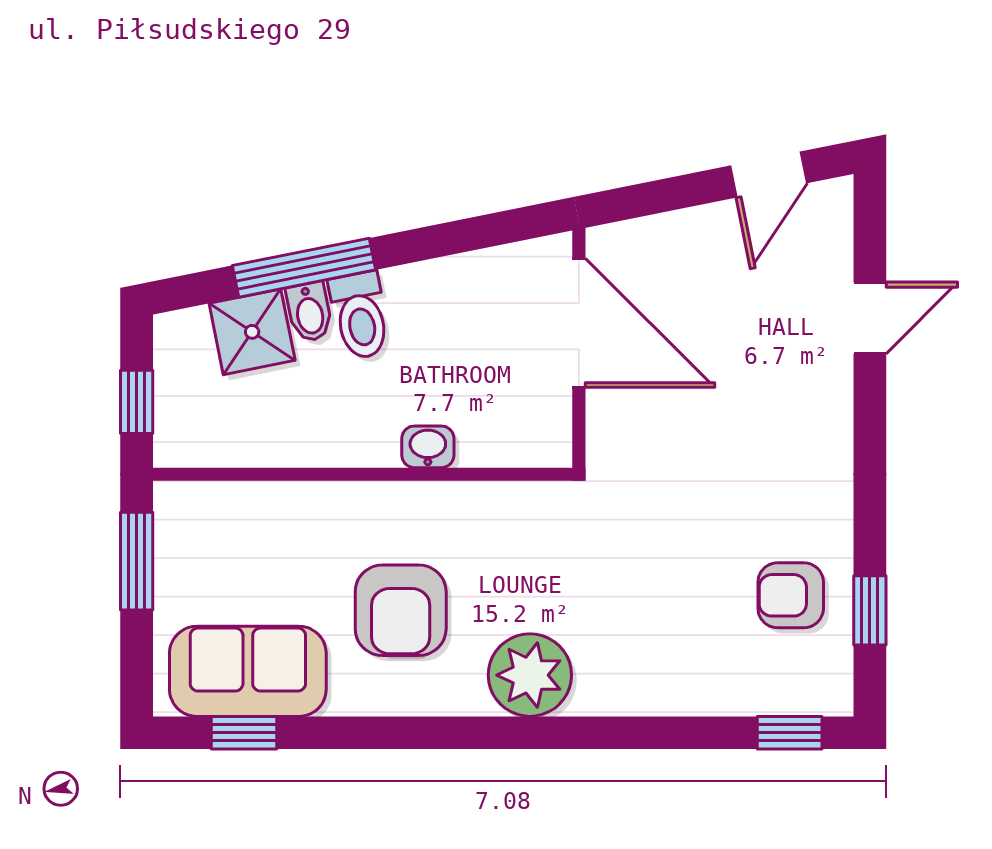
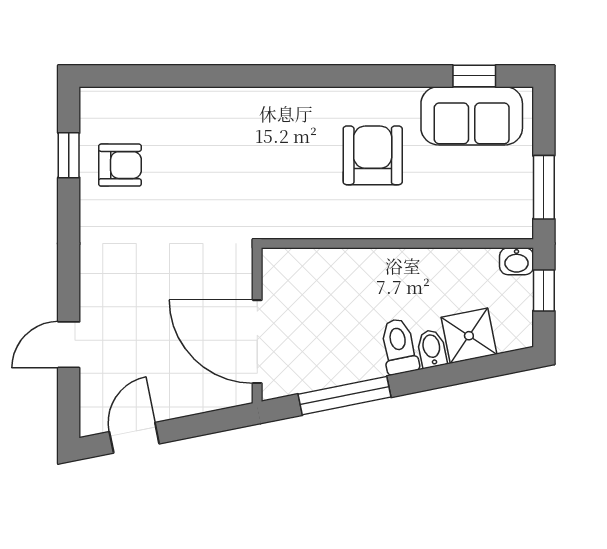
window: (304, 268) -> (344, 396), moved
washbasin: (428, 447) -> (517, 261), moved
plant: (530, 675) -> (289, 113), removed
window: (790, 733) -> (121, 76), removed

